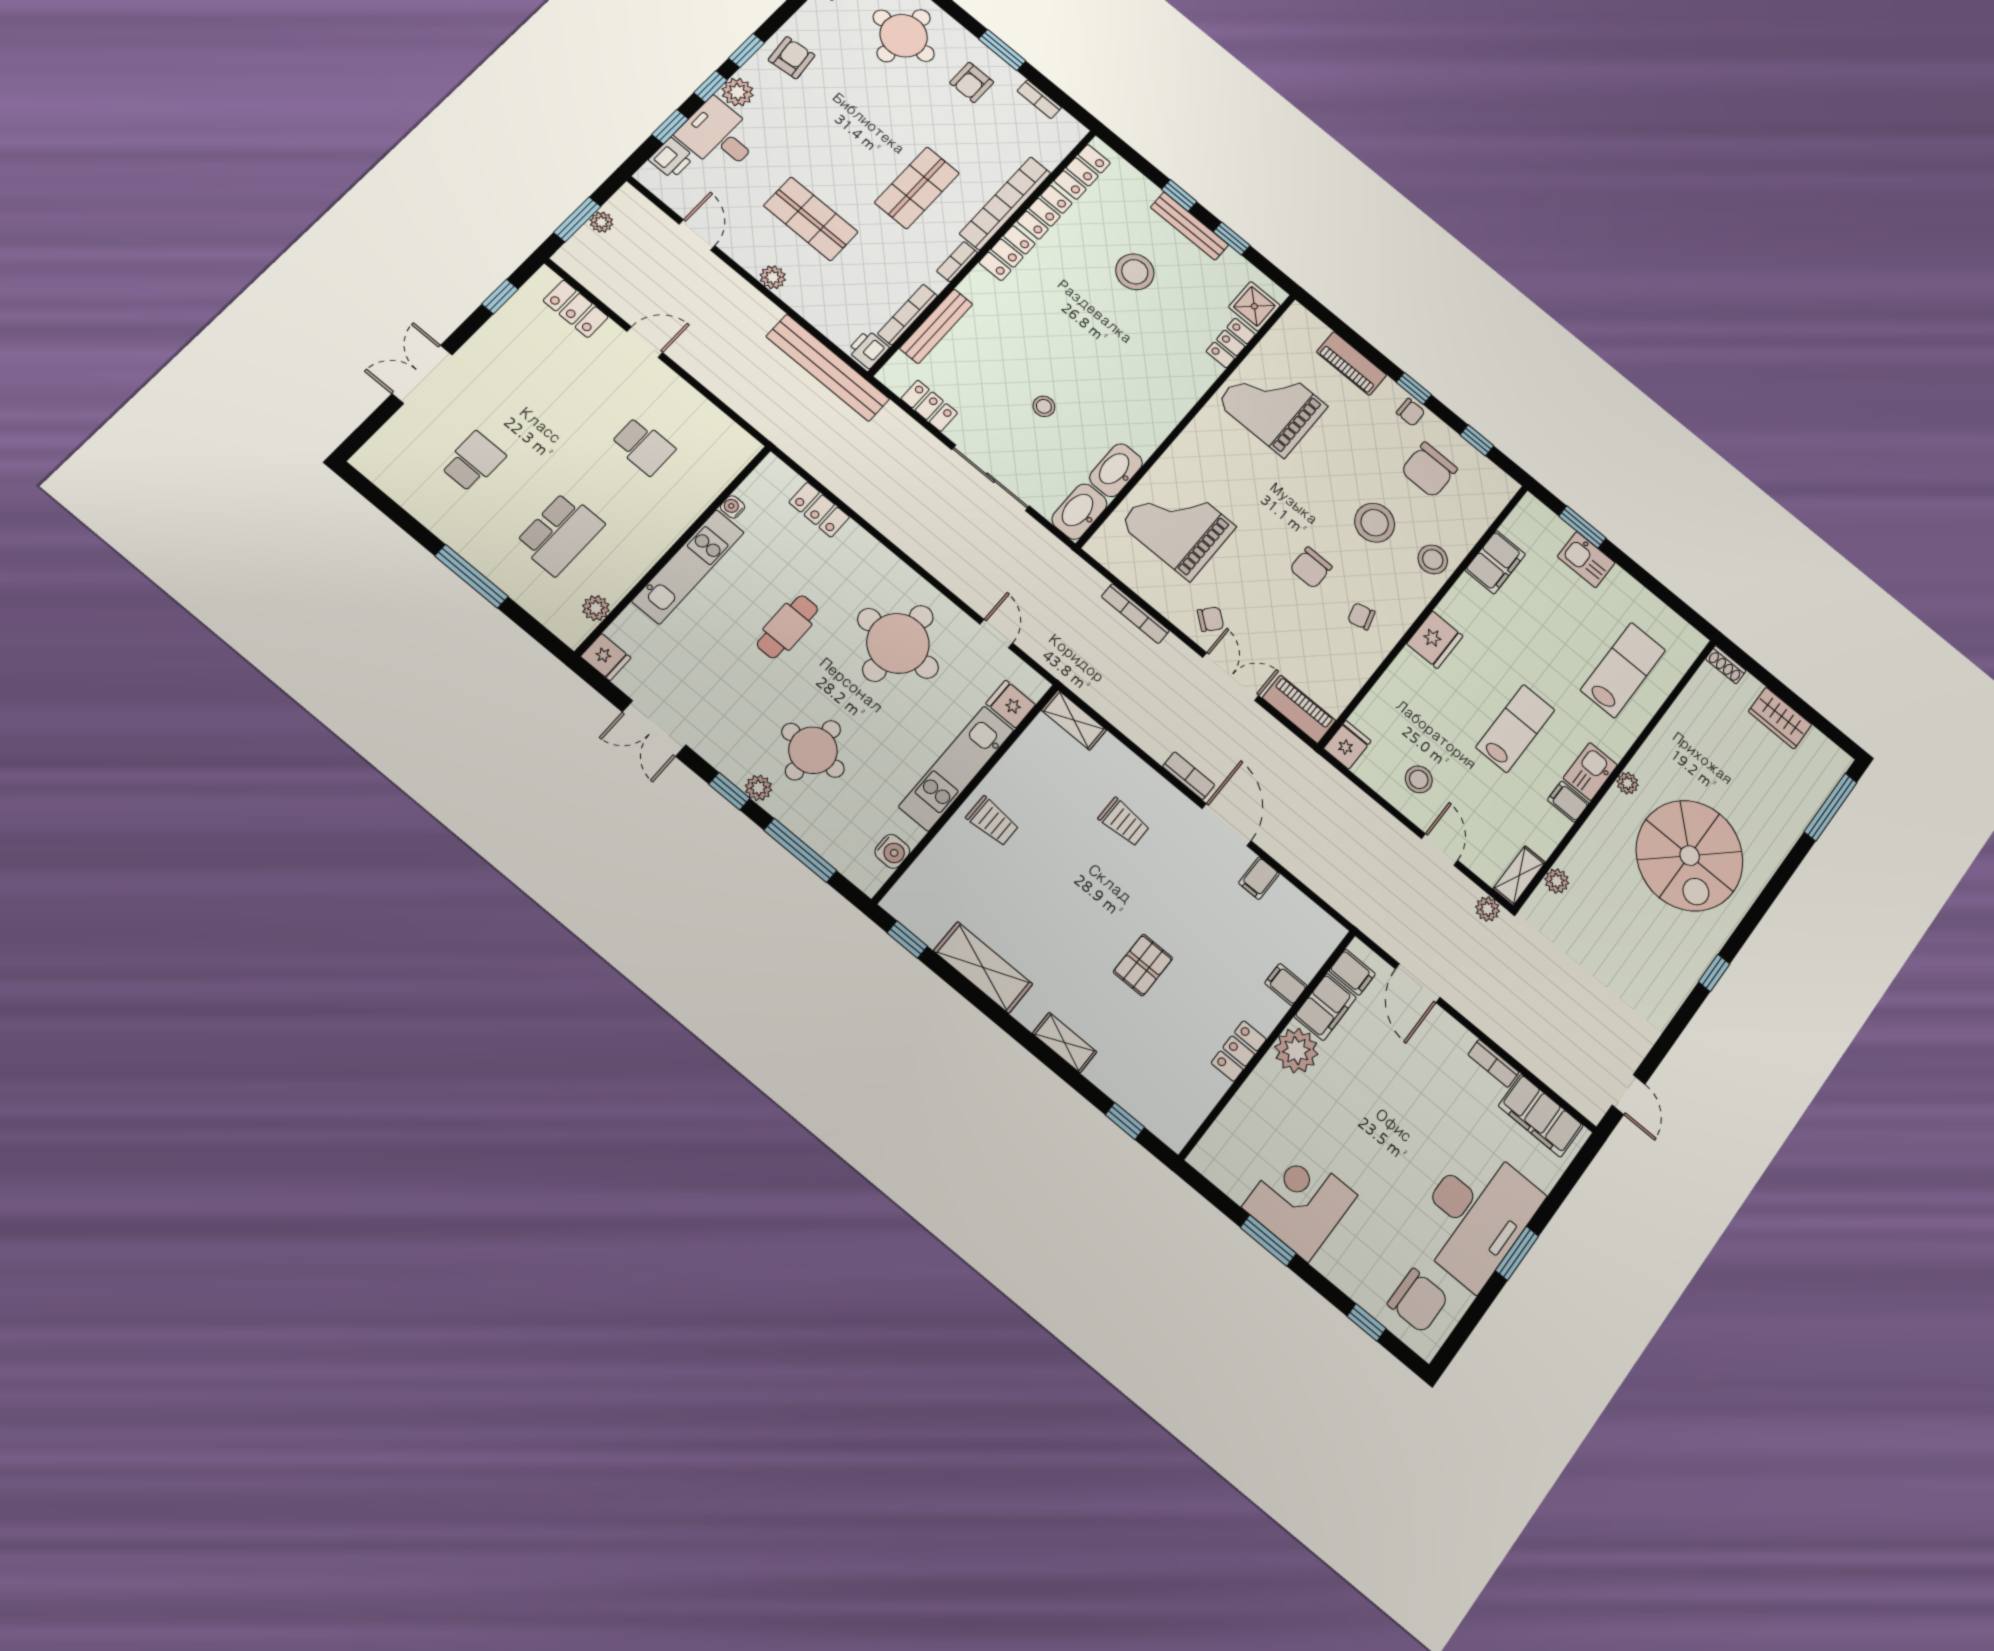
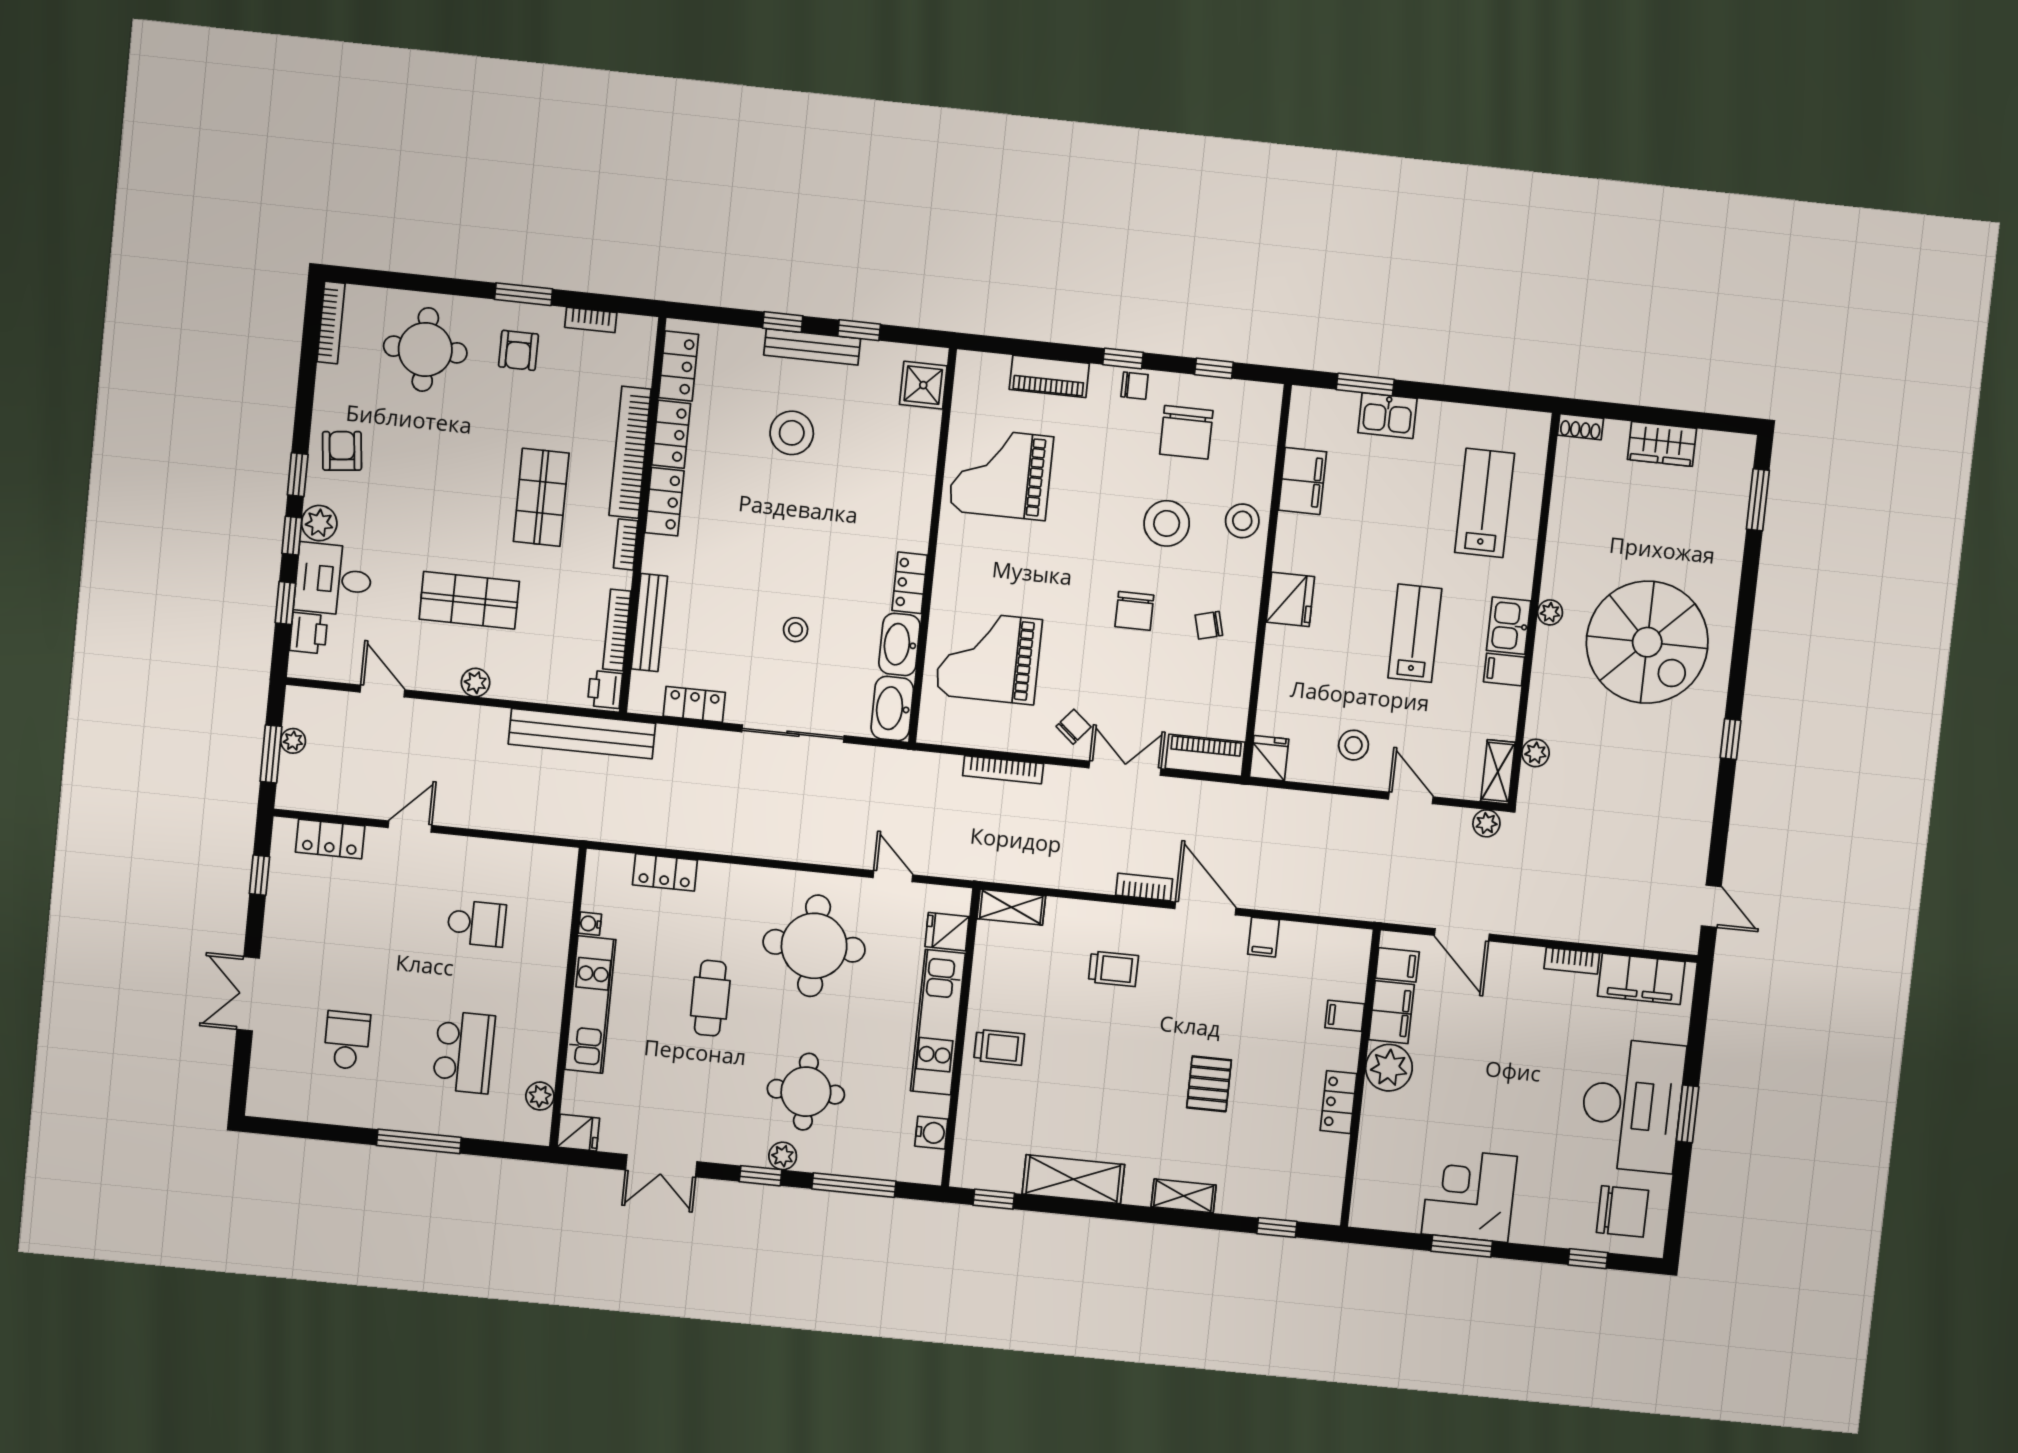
locker: (1231, 343) -> (910, 583), moved
window: (1831, 807) -> (1758, 500), width x0.69

